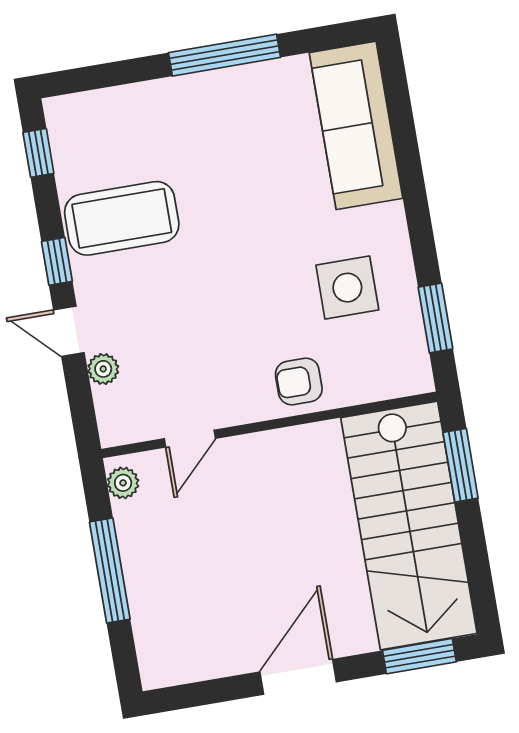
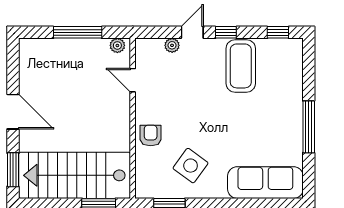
side table: (347, 288) -> (191, 166), turned 36

